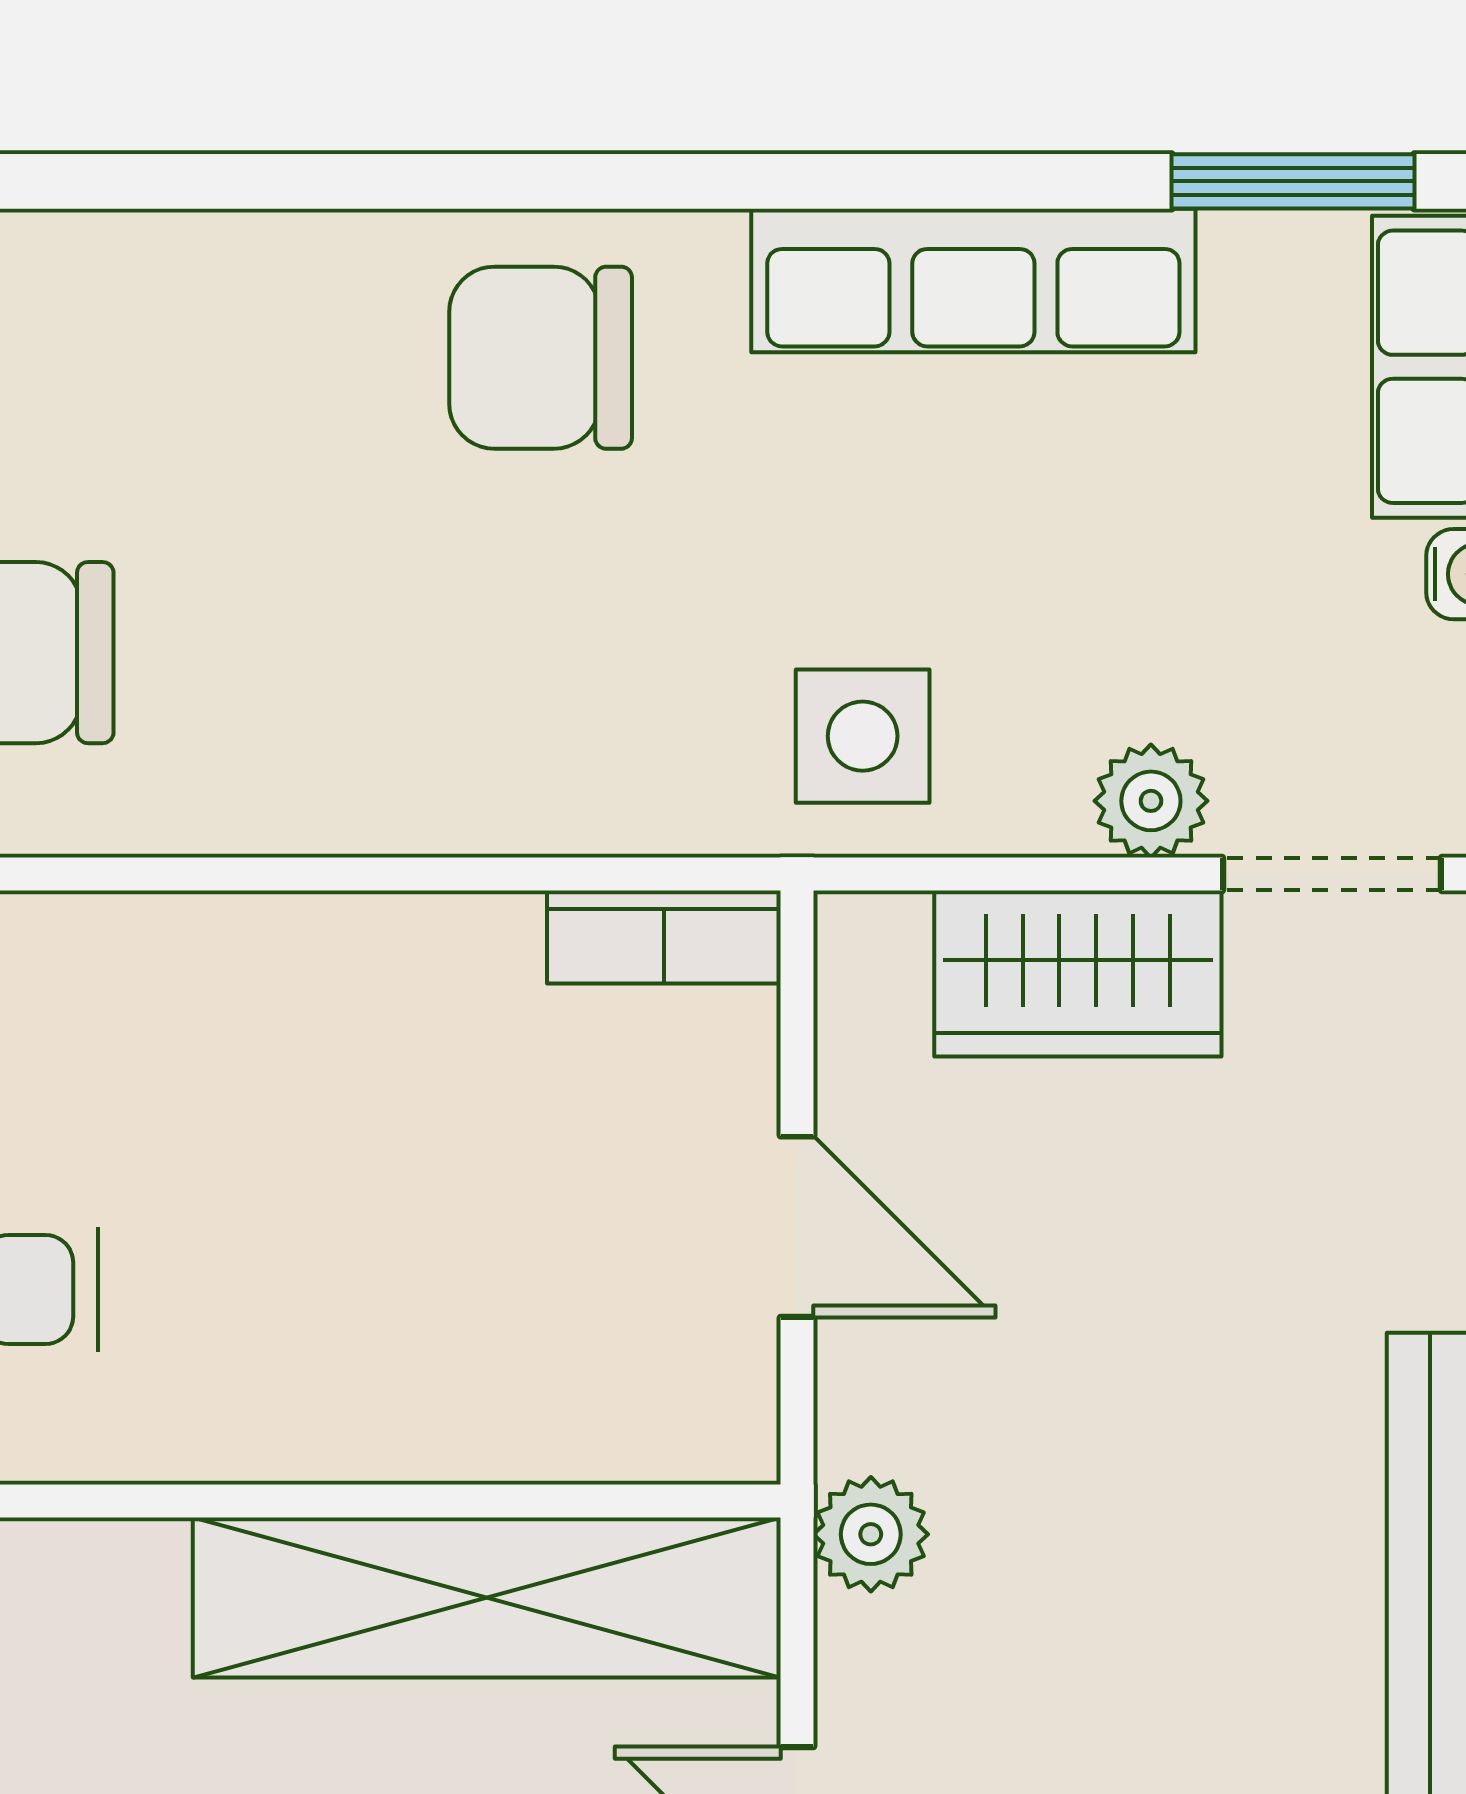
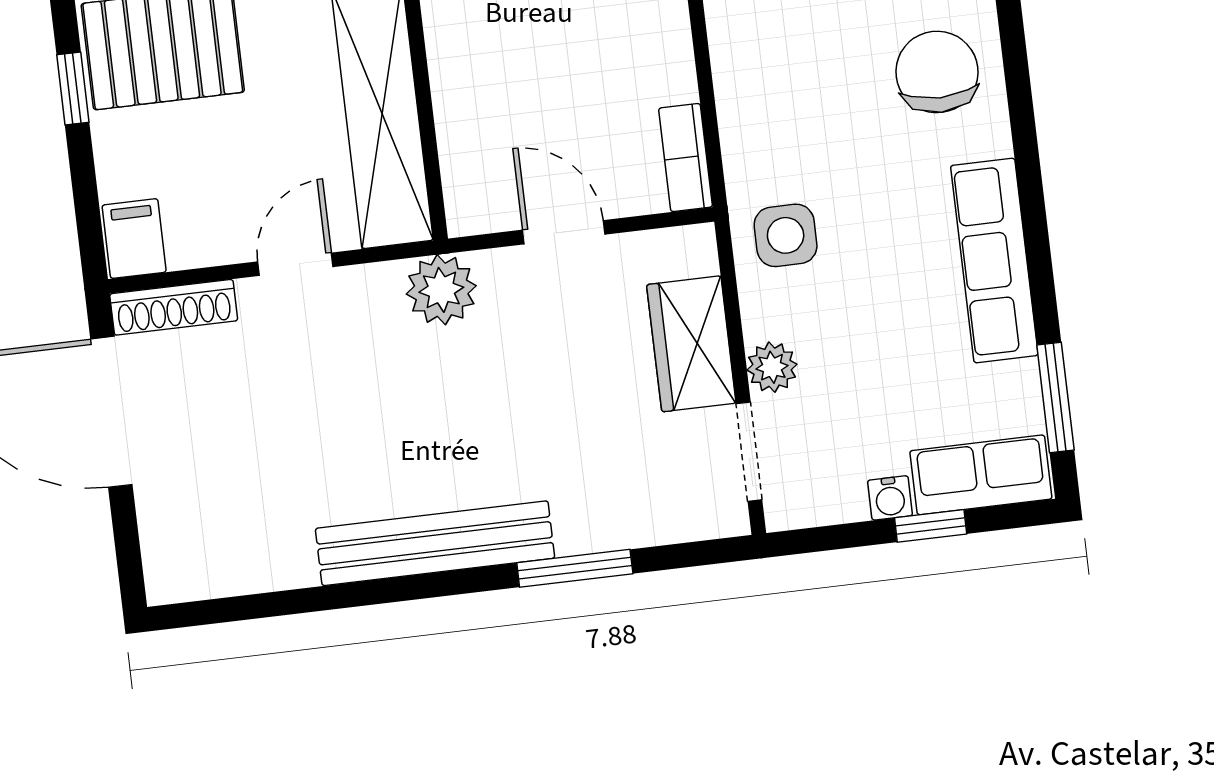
door: (797, 1227) -> (564, 232), swing flipped
plant: (871, 1534) -> (441, 290), width x1.38, depth x1.38

